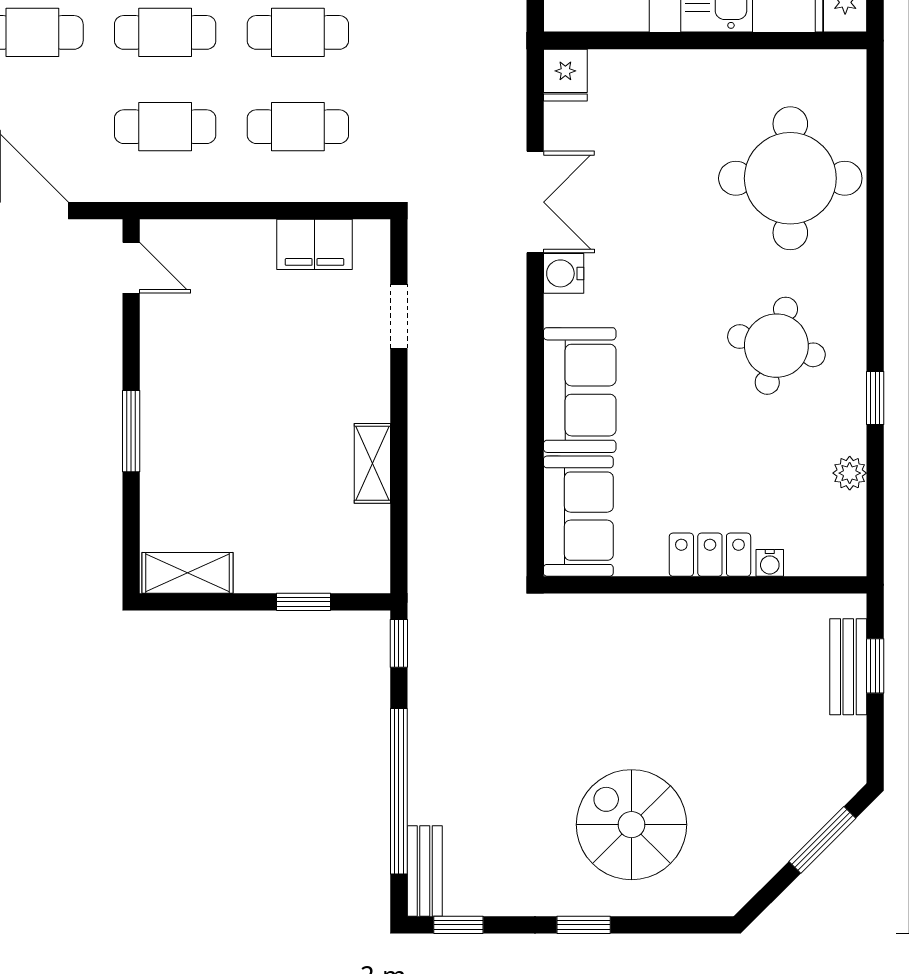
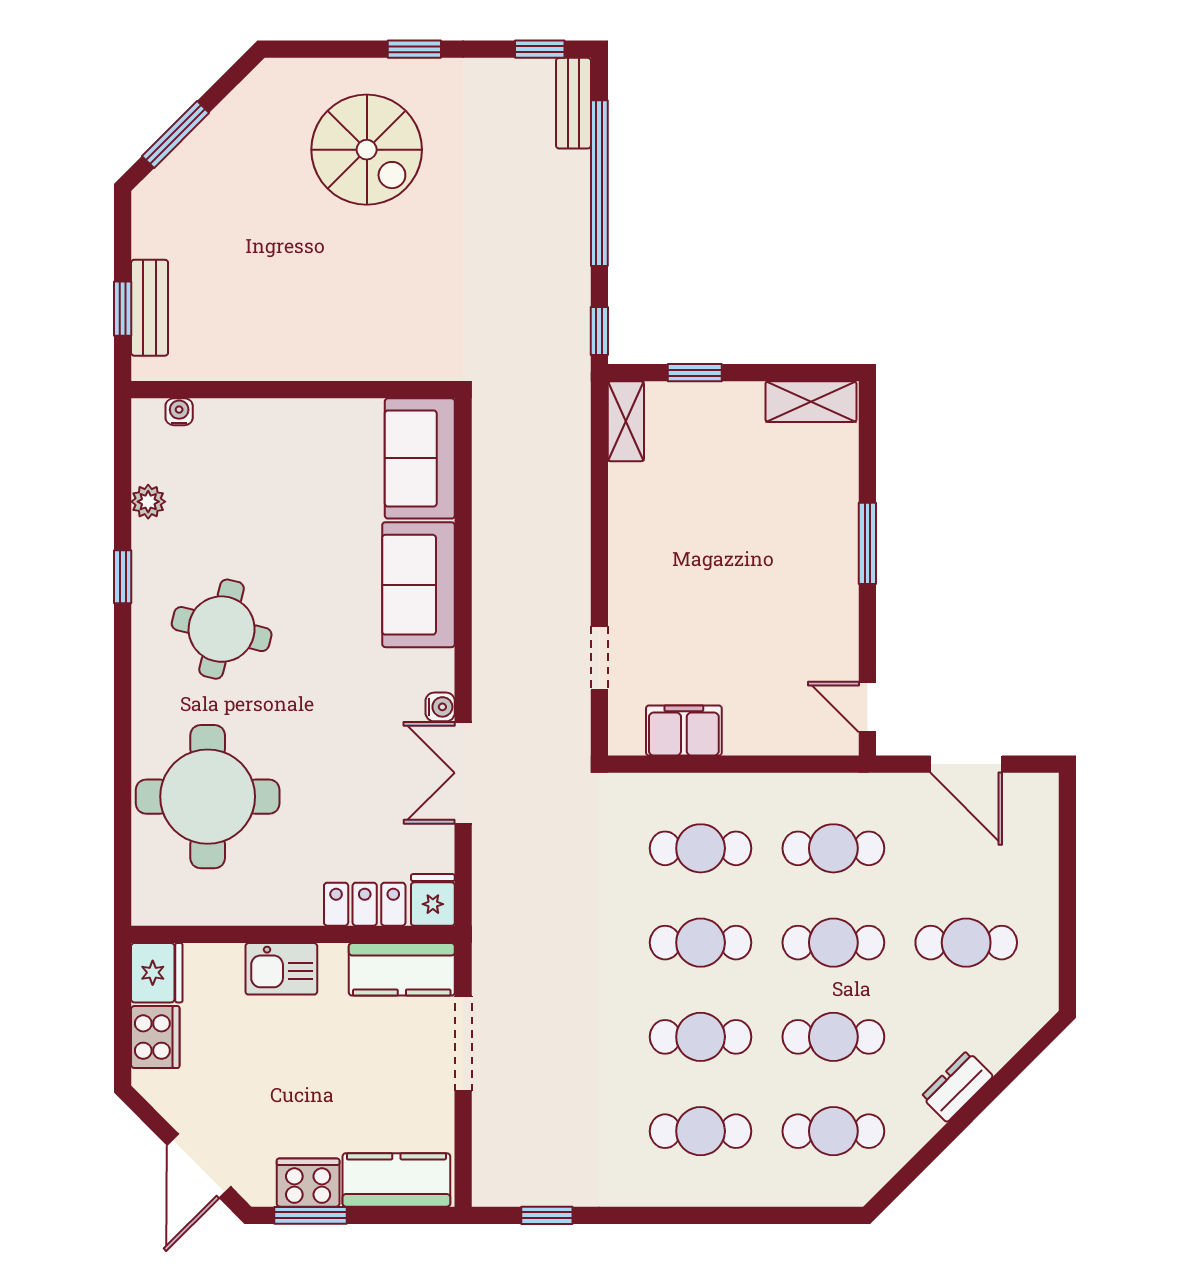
water cooler: (564, 273) -> (440, 707), width x0.72, depth x0.72
shelving: (372, 463) -> (626, 421), moved
locker: (710, 555) -> (365, 904), moved, turned 180
water cooler: (770, 563) -> (179, 412), moved

